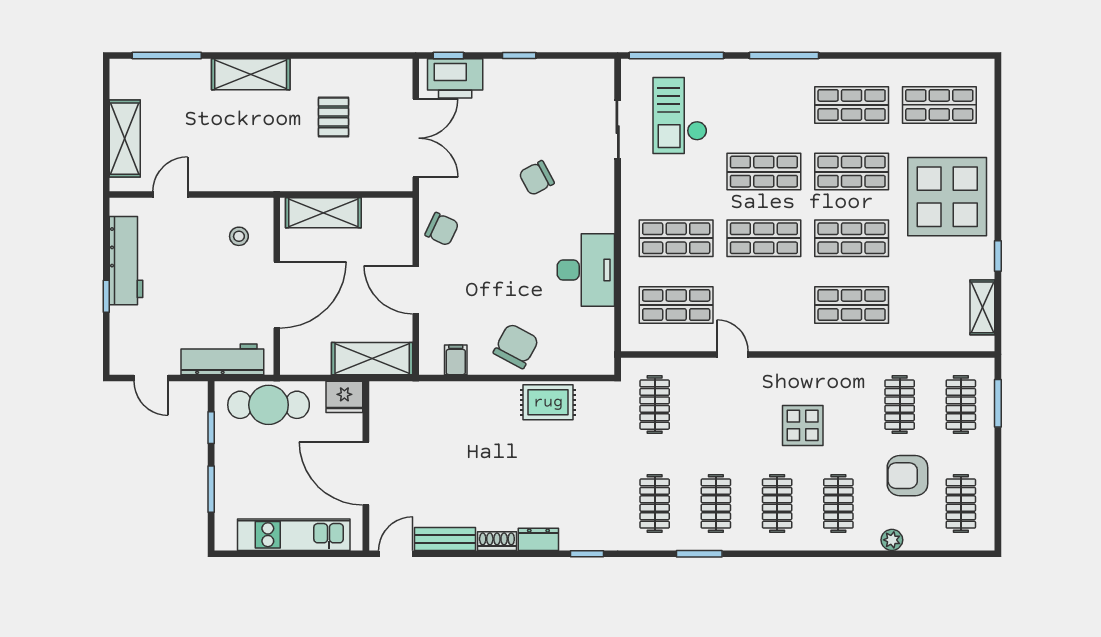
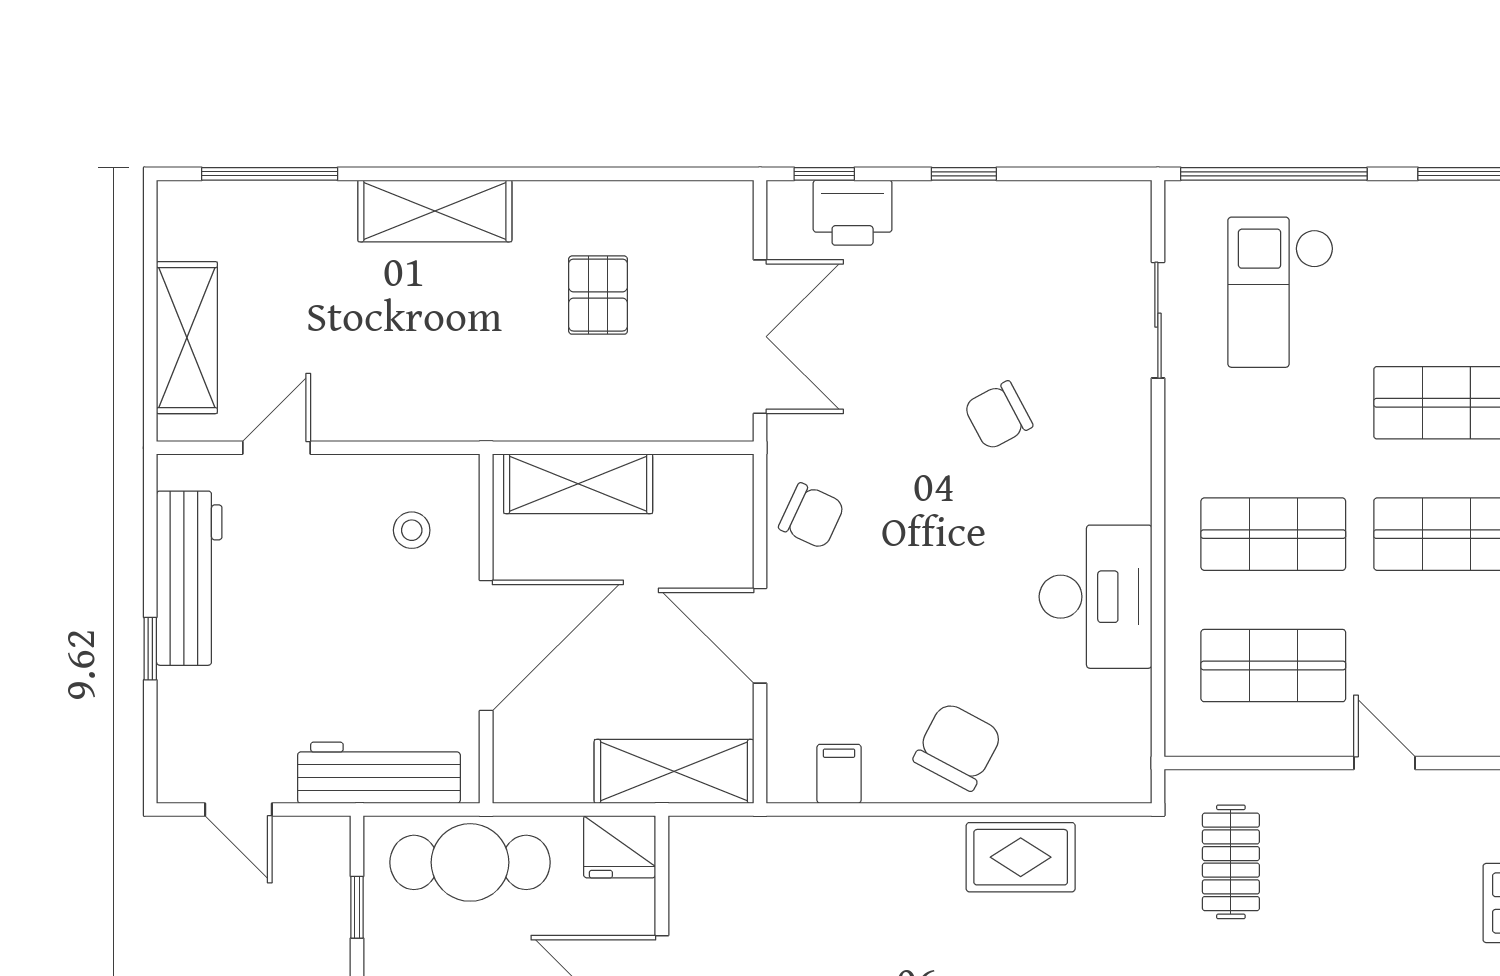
printer: (455, 78) -> (853, 213), width x0.73, depth x0.84

